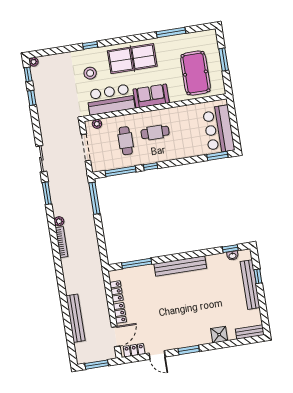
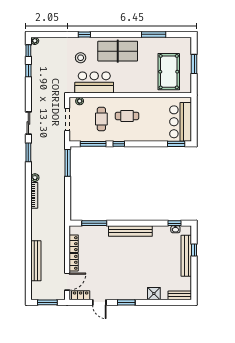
sofa: (151, 96) -> (129, 85), removed

